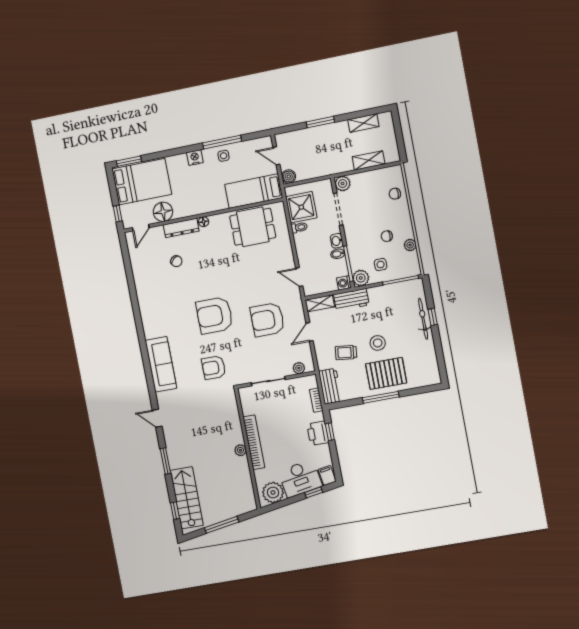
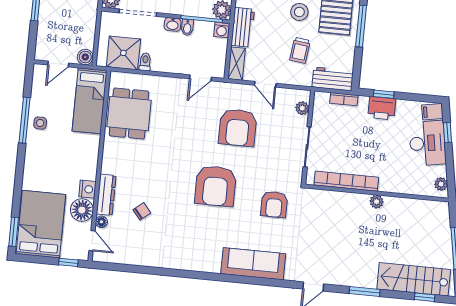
nightstand: (195, 158) -> (87, 189), moved, turned 180
floor lamp: (204, 222) -> (101, 222), moved
bookcase: (254, 442) -> (346, 181), moved
plant: (273, 492) -> (441, 184), width x0.53, depth x0.53

